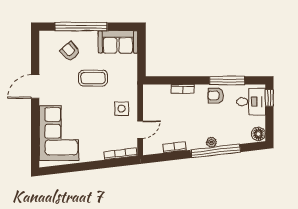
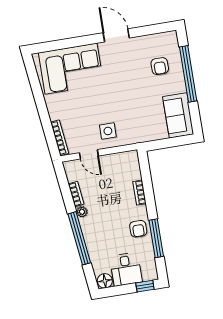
armchair: (70, 51) -> (160, 66), turned 131
coffee table: (93, 78) -> (135, 95), removed
armchair: (216, 96) -> (138, 229), turned 180
desk: (251, 102) -> (126, 269), moved
plant: (211, 142) -> (82, 212), moved

